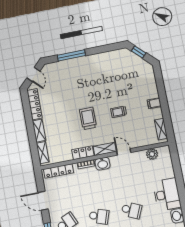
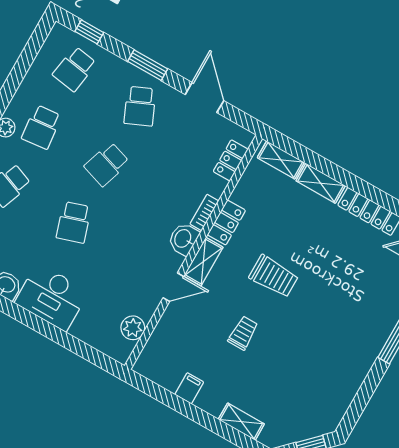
filing cabinet: (154, 103) -> (189, 388), moved
shelving: (161, 129) -> (241, 422), moved
locker: (58, 171) -> (231, 160), width x0.66
door: (43, 201) -> (204, 98), hinge flipped
school desk: (131, 210) -> (74, 222), turned -42

